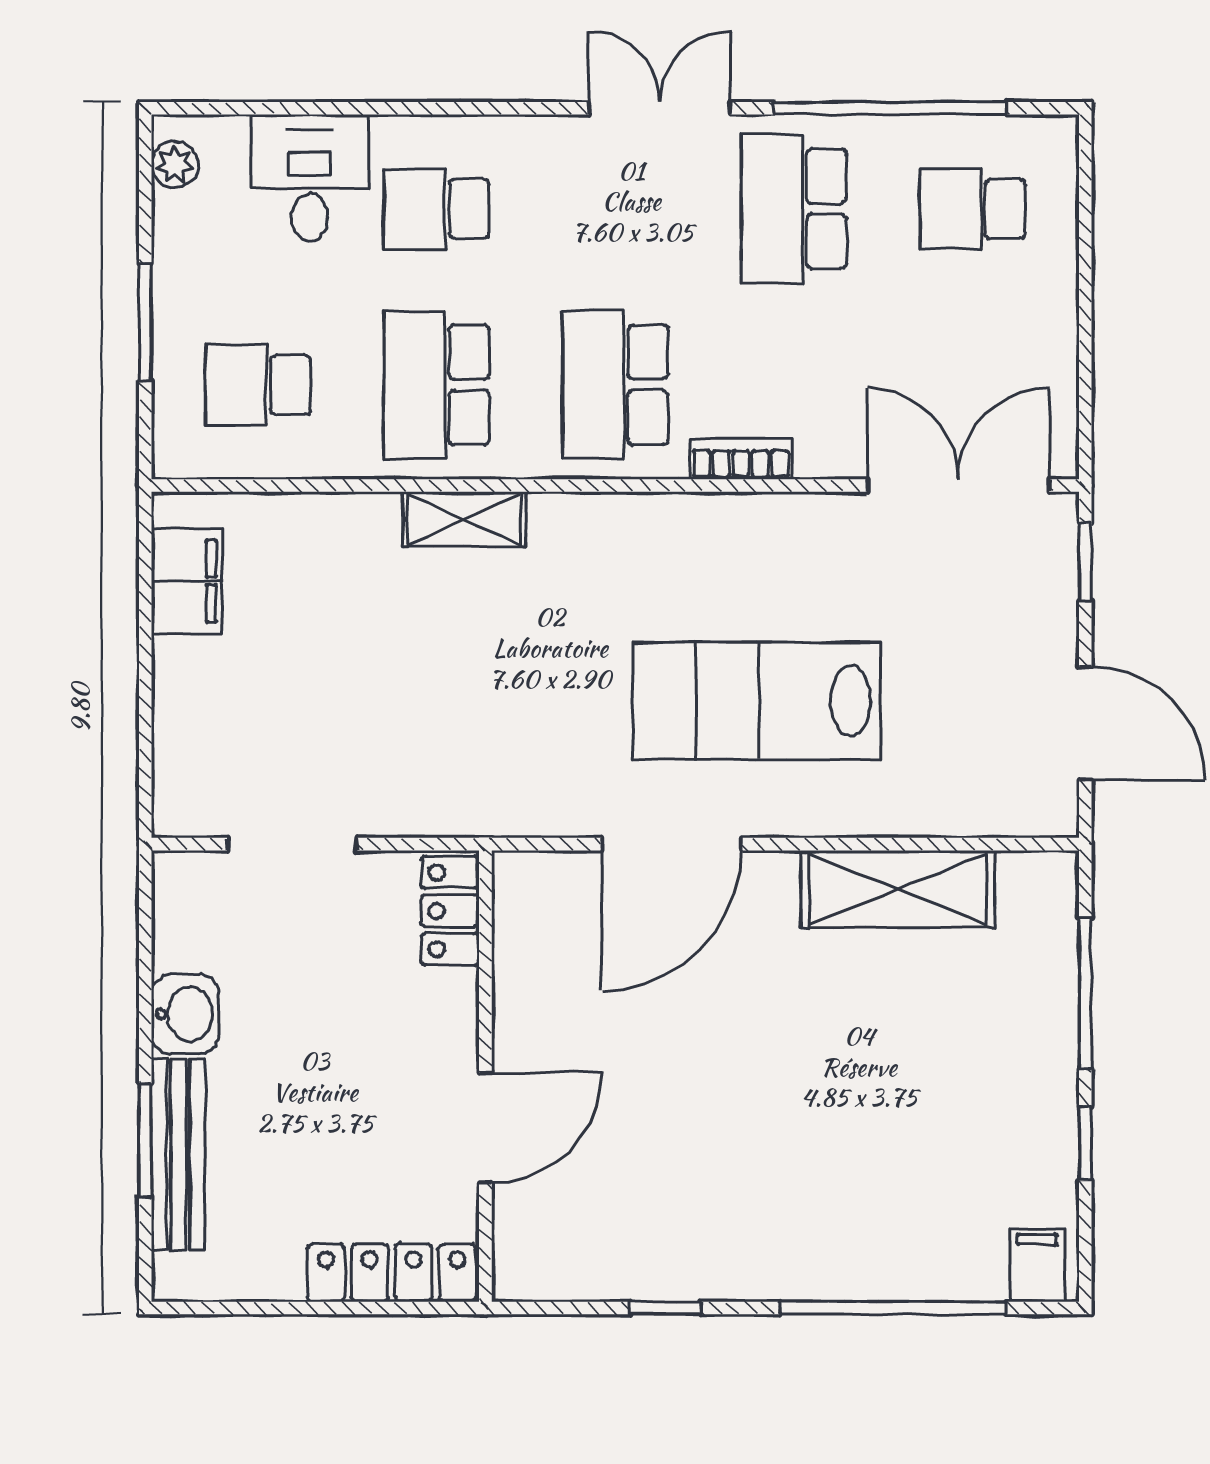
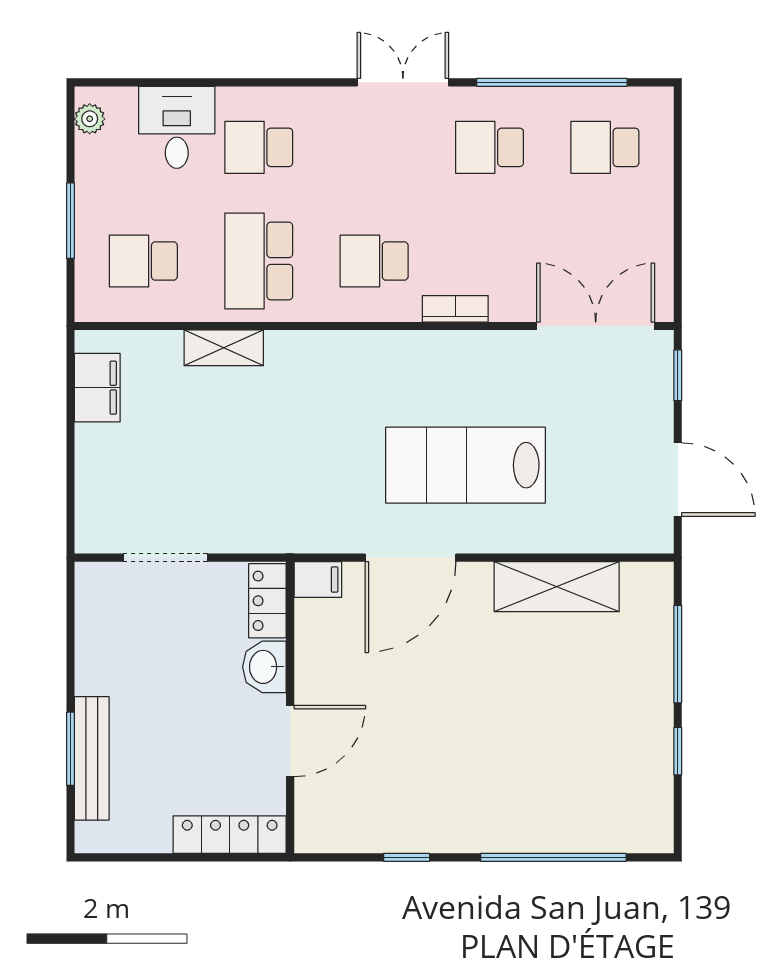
school desk: (794, 209) -> (490, 147), width x0.54
school desk: (615, 385) -> (374, 261), width x0.54
shelving: (464, 519) -> (224, 348), moved
washbasin: (185, 1014) -> (264, 667), moved, turned 180
filing cabinet: (1037, 1265) -> (318, 580), moved, turned 90

